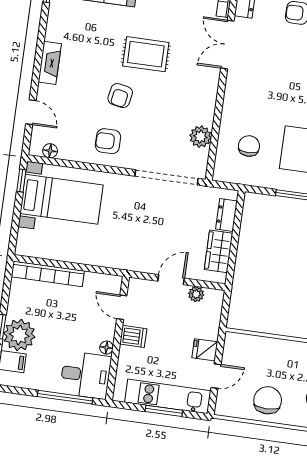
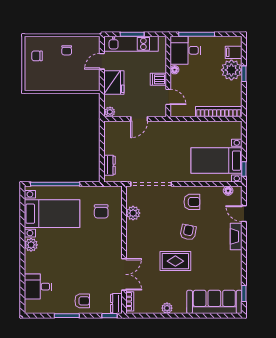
fireplace: (50, 63) -> (236, 236), moved
wardrobe: (219, 251) -> (111, 141), removed
plant: (196, 294) -> (110, 112), moved
fridge: (205, 350) -> (114, 83), width x1.88, depth x1.34
chair: (268, 400) -> (67, 50), width x0.54, depth x0.54

